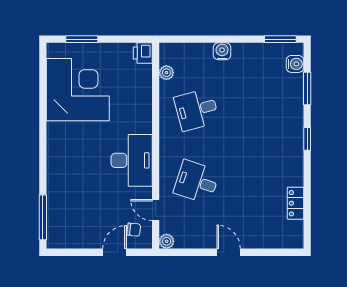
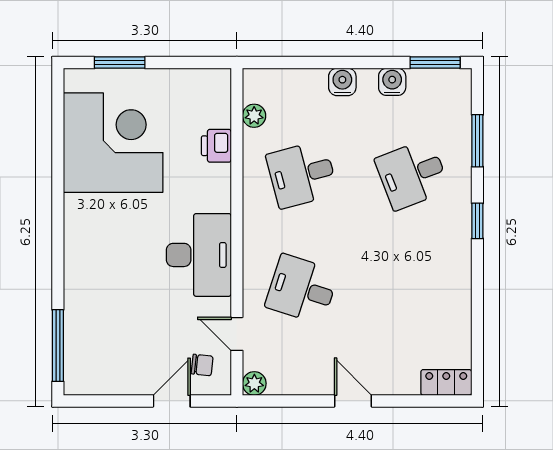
printer: (143, 53) -> (216, 146), moved
water cooler: (295, 64) -> (392, 82), moved, turned -90
desk: (266, 110) -> (412, 174), added
locker: (295, 203) -> (446, 382), moved, turned 90

